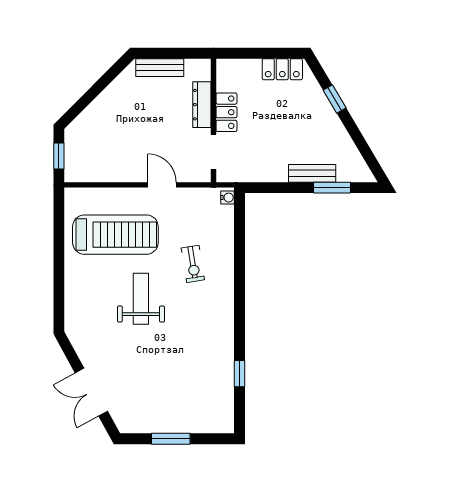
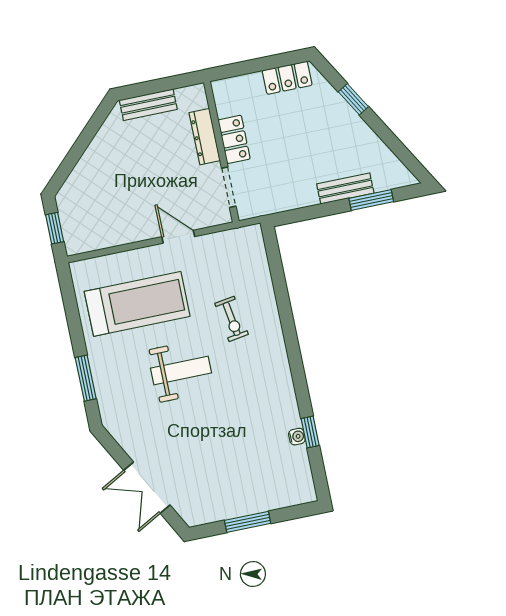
water cooler: (228, 198) -> (297, 437), moved
window: (59, 288) -> (86, 378), added
weight bench: (141, 299) -> (181, 370), turned 90

